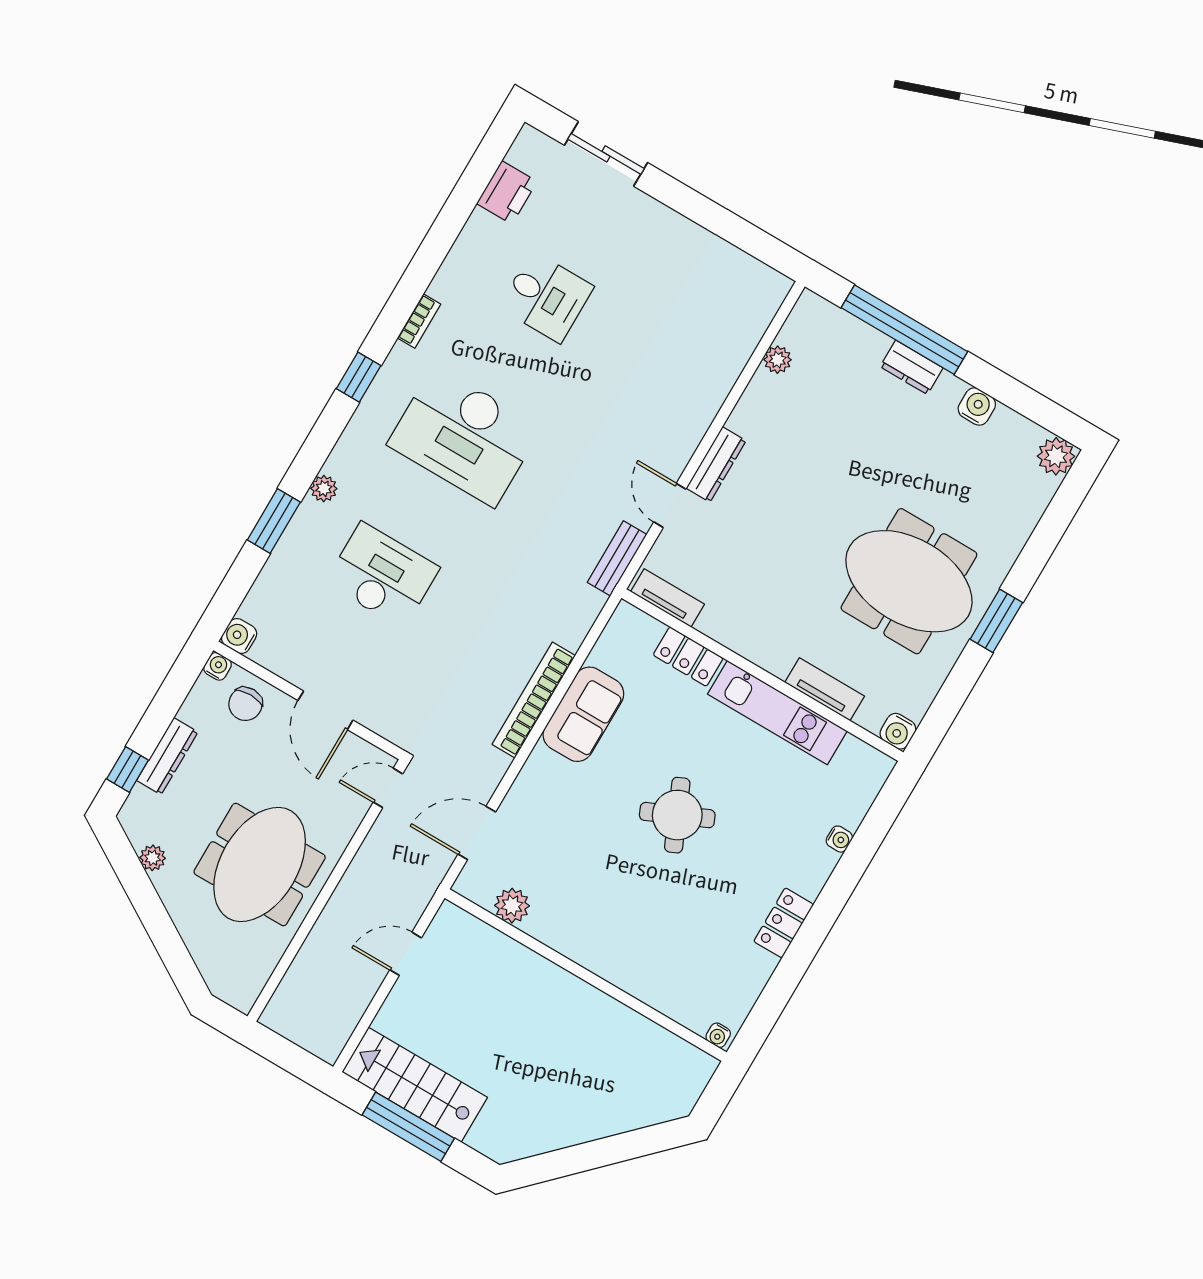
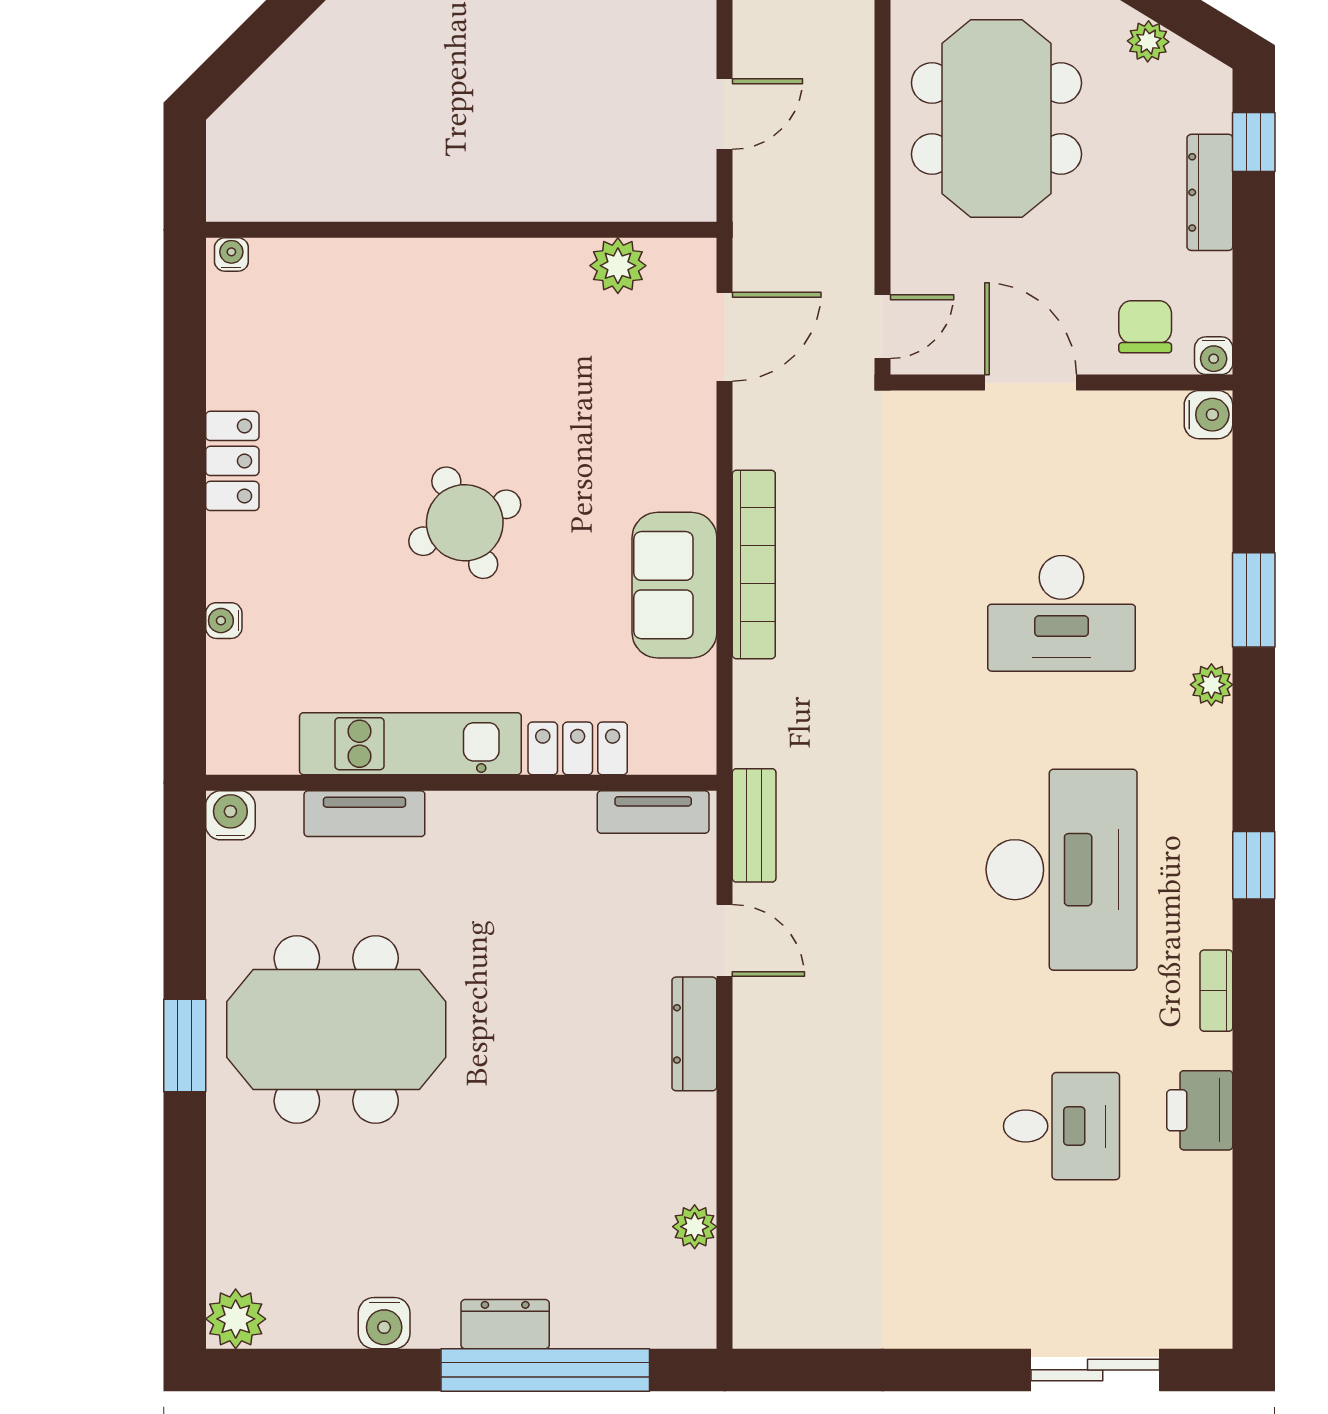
printer: (507, 192) -> (1200, 1110), moved
desk: (546, 297) -> (1062, 1126), turned 180
desk: (464, 436) -> (1062, 870), turned 90

